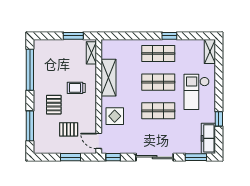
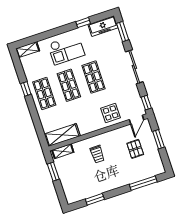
window: (30, 70) -> (95, 199), width x0.47
shelving: (109, 78) -> (62, 135), moved
pallet: (54, 105) -> (118, 169), removed

